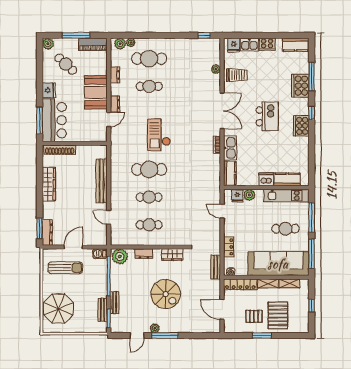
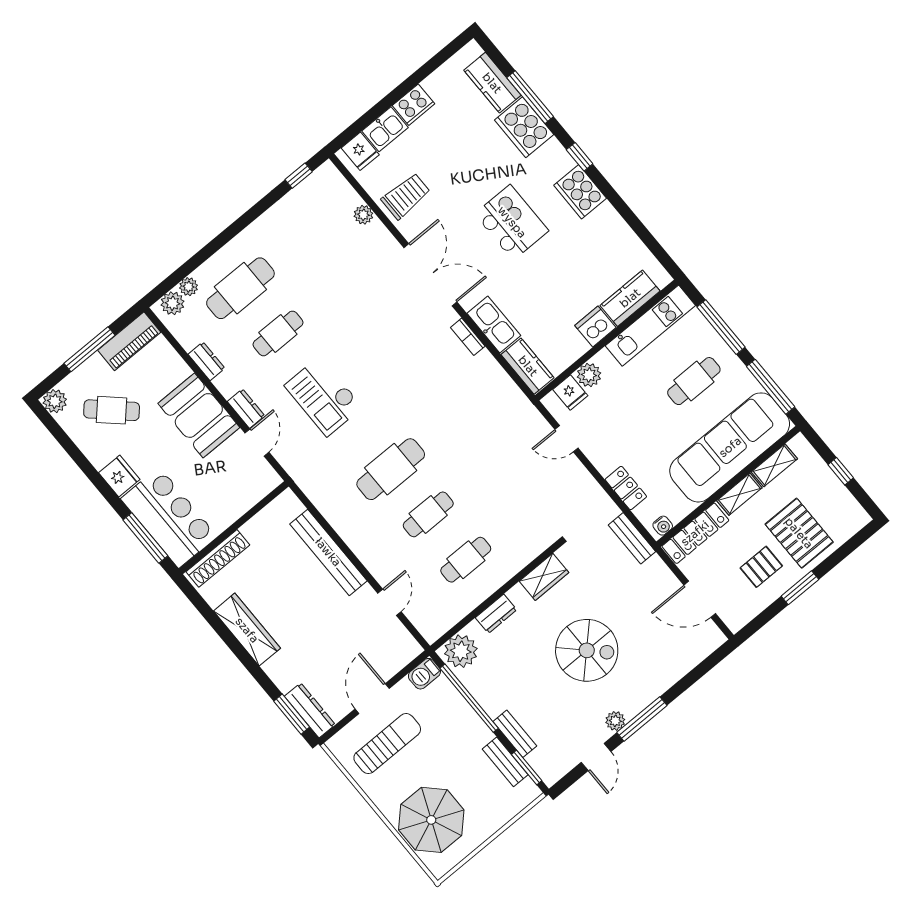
kitchen counter: (296, 45) -> (492, 83), moved, turned 90
checkout: (159, 135) -> (324, 396), moved
door: (109, 217) -> (389, 602), swing flipped

